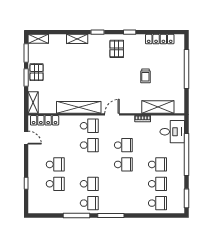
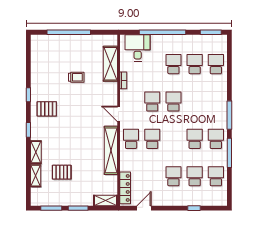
shelving: (38, 39) -> (36, 176), moved
locker: (160, 39) -> (36, 62), removed
pallet: (37, 72) -> (62, 172), moved
school desk: (55, 203) -> (216, 176), added

